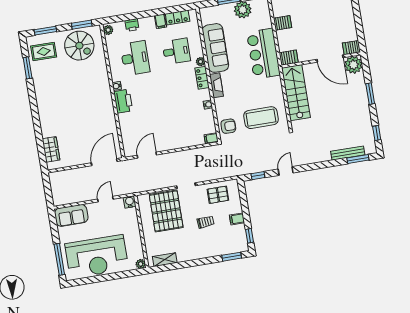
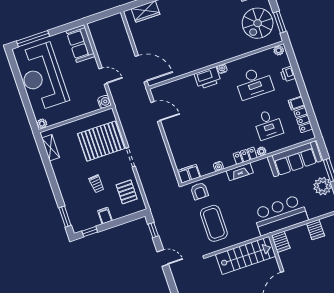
sofa: (215, 48) -> (295, 159), moved
filing cabinet: (211, 138) -> (189, 174), width x2.00

